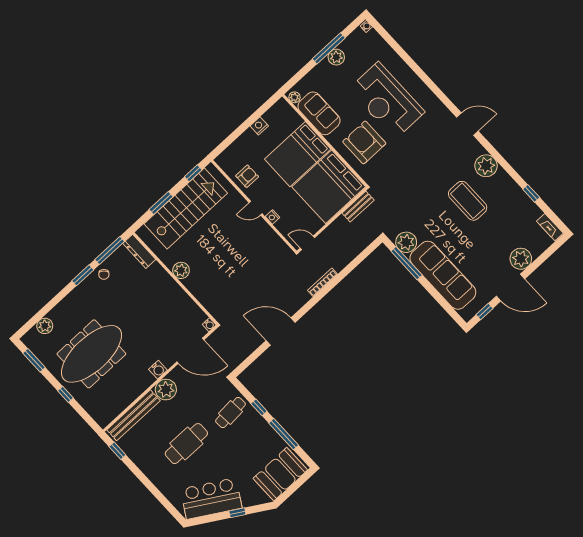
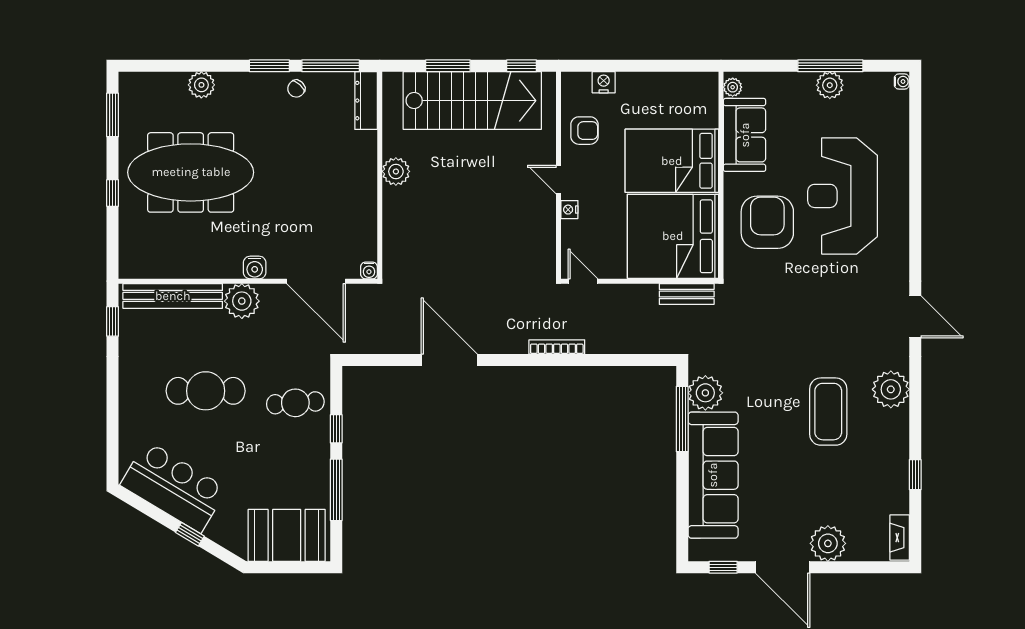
nightstand: (259, 126) -> (604, 82), moved
plant: (45, 326) -> (201, 85), moved

